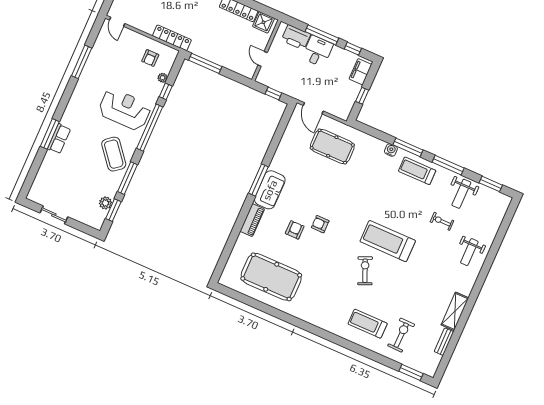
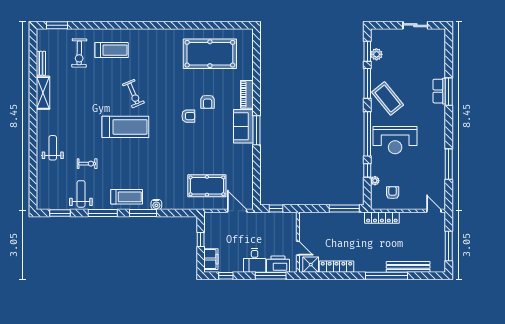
window: (322, 35) -> (271, 276), moved
door: (263, 59) -> (298, 248), moved

